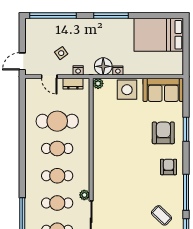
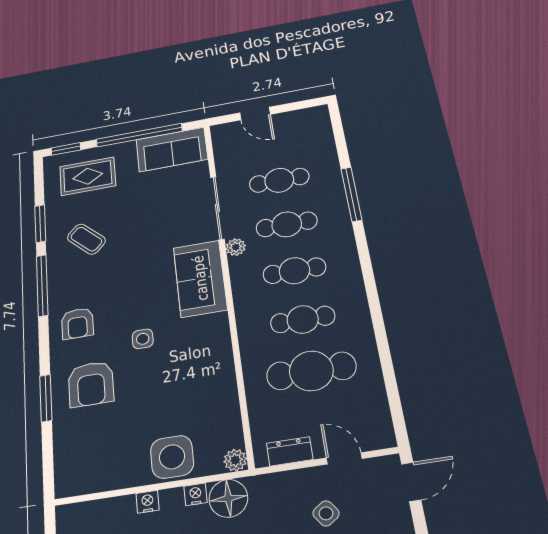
nightstand: (78, 70) -> (147, 502), moved
sofa: (163, 90) -> (200, 278), moved, turned -90
side table: (136, 152) -> (143, 339), added

